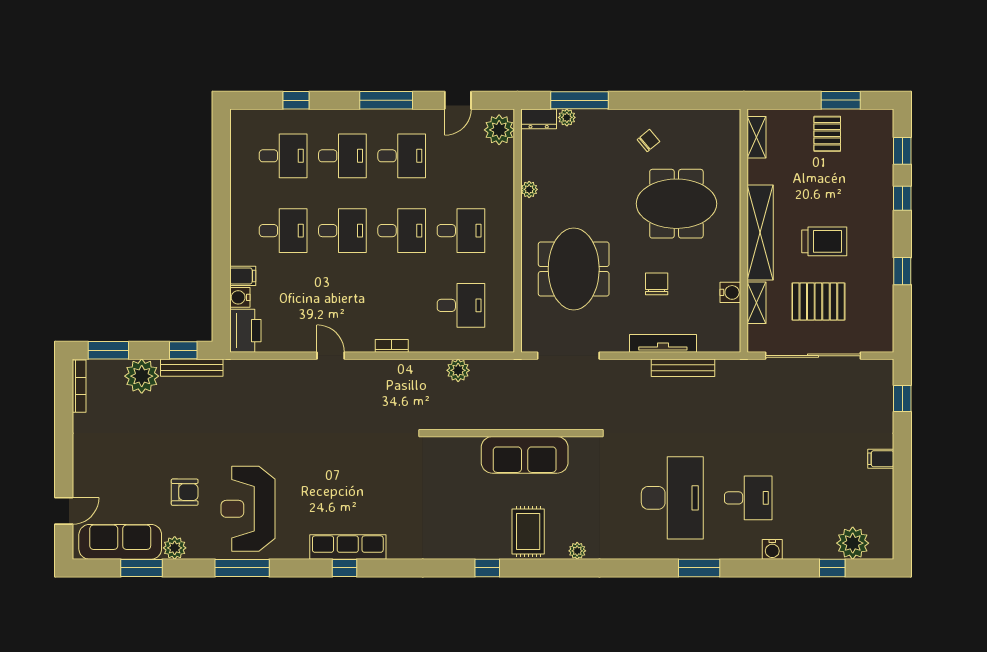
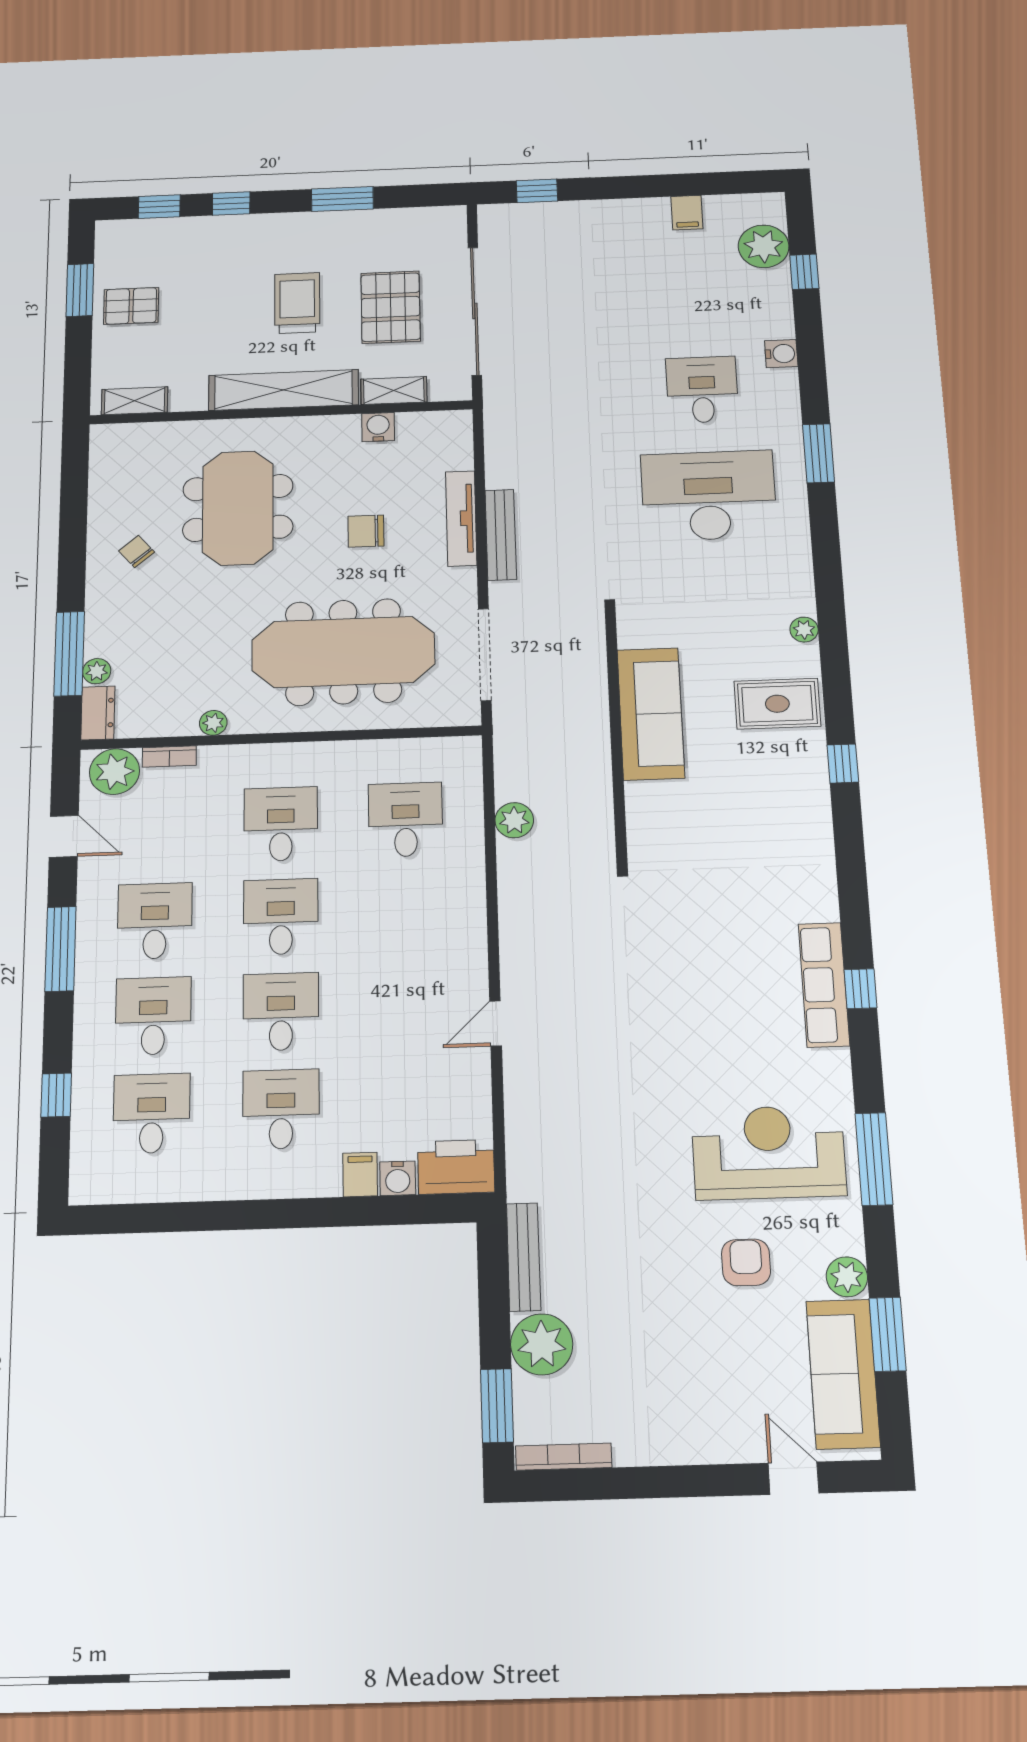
meeting table: (574, 269) -> (343, 652), width x1.36
window: (902, 271) -> (342, 199), width x1.50
bookcase: (392, 346) -> (169, 757), moved, turned -90
window: (183, 350) -> (493, 1273), removed
bench: (683, 368) -> (501, 535), moved
filing cabinet: (881, 459) -> (687, 213), moved
reception desk: (248, 509) -> (769, 1152), turned 180

